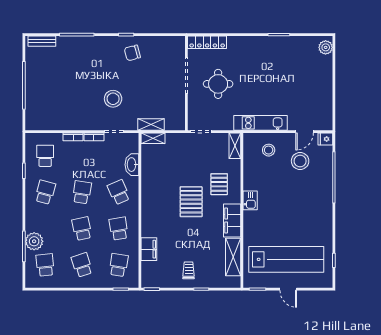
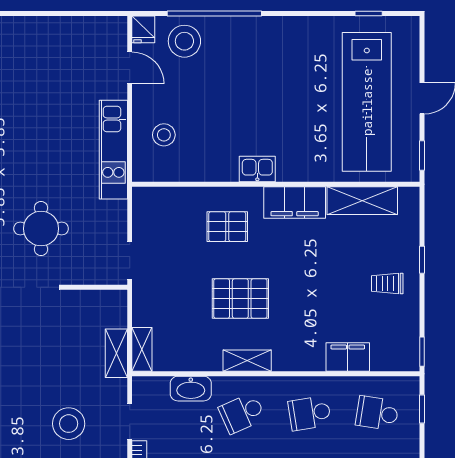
shelving: (235, 146) -> (247, 361), moved
stool: (300, 161) -> (184, 41), moved
pallet: (191, 202) -> (240, 299), moved
lab bench: (286, 259) -> (367, 102), turned 180

